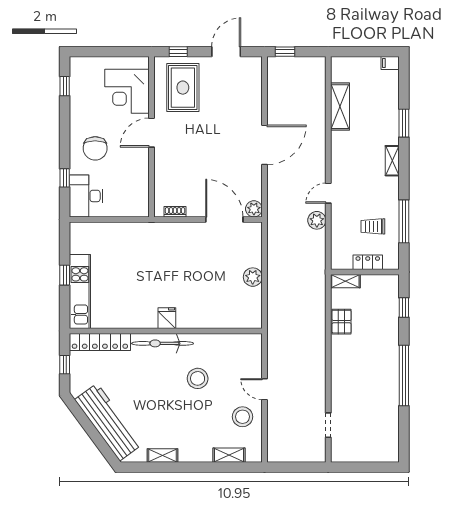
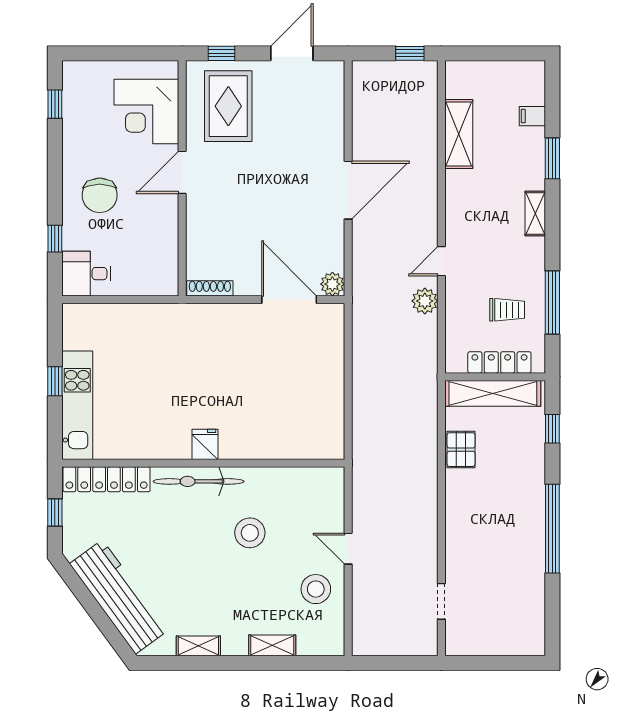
window: (285, 52) -> (410, 53), moved
filing cabinet: (390, 63) -> (532, 116), moved
desk: (86, 196) -> (86, 274), width x0.73
shoe rack: (175, 212) -> (210, 288), width x1.43
trolley: (373, 226) -> (507, 310), turned 180
locker: (368, 262) -> (499, 362), width x1.53
plant: (253, 277) -> (331, 384), removed
shelving: (345, 281) -> (493, 393), width x2.20, depth x1.33
shelving: (229, 455) -> (272, 645), moved

